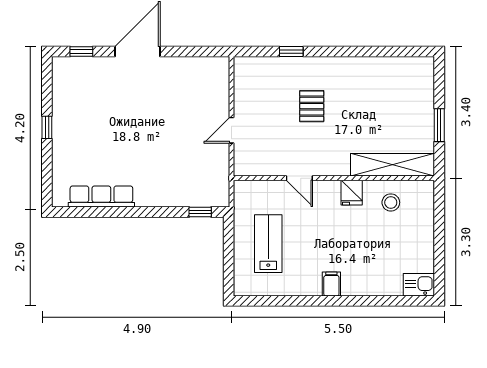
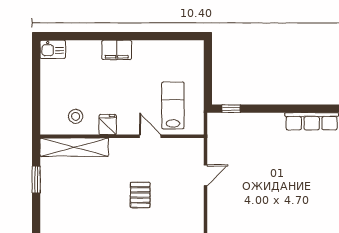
lab bench: (268, 244) -> (173, 105), moved, turned 180
filing cabinet: (331, 284) -> (117, 50), width x2.00

